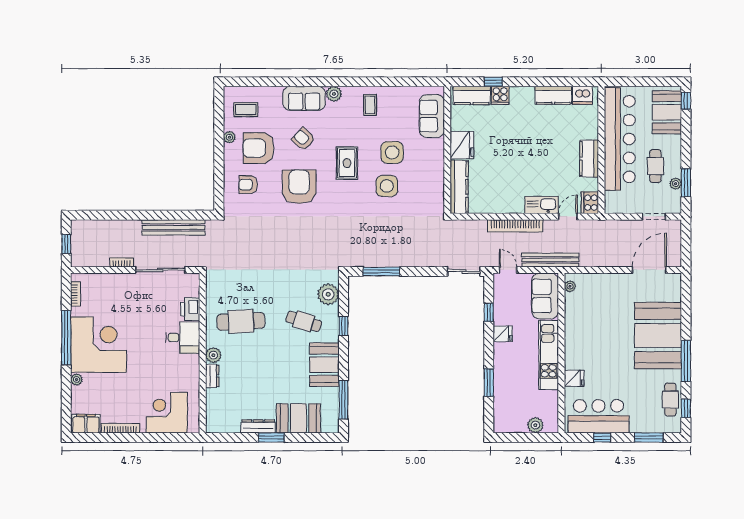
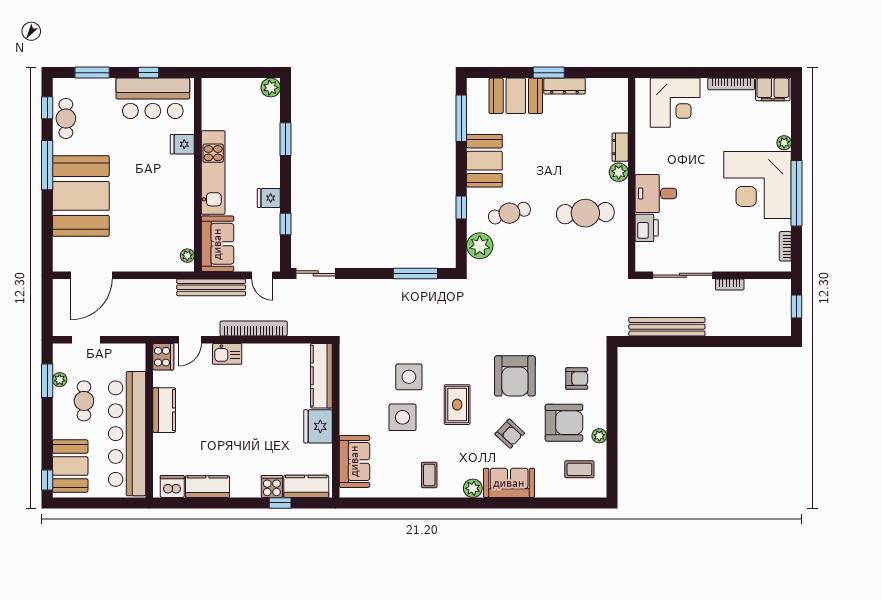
kitchen sink: (542, 205) -> (227, 354), width x0.73
cafe table: (304, 321) -> (509, 213), turned -33
plant: (535, 425) -> (271, 88), moved

